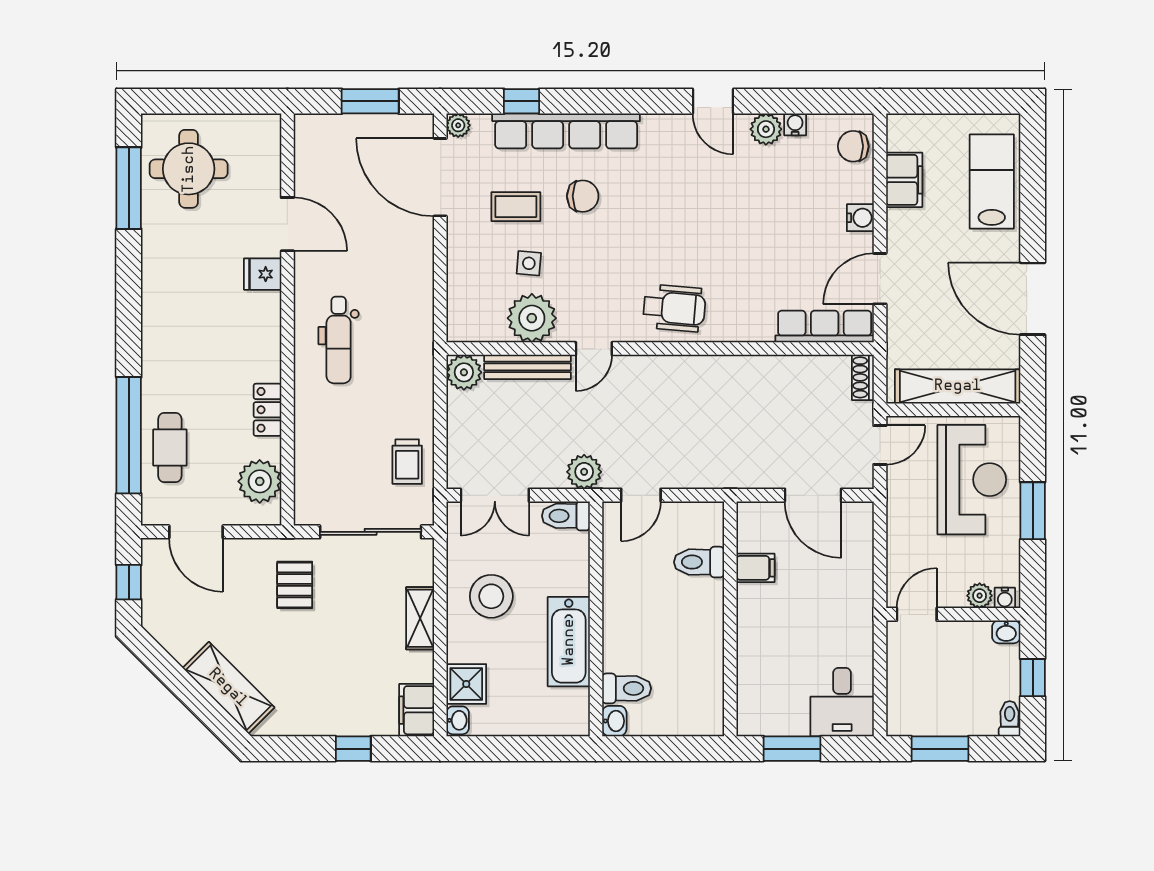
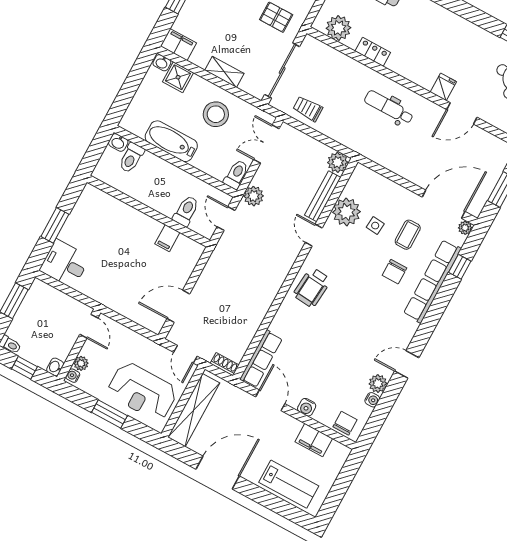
toilet: (699, 562) -> (186, 211), moved
filing cabinet: (755, 568) -> (167, 238), moved
wall: (730, 619) -> (148, 211), moved

